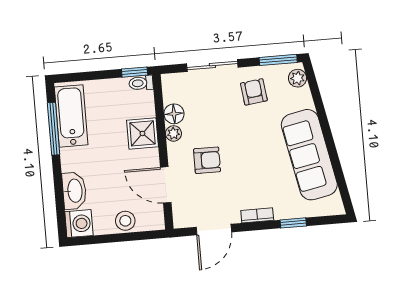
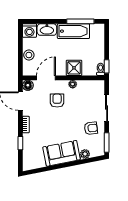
plant: (298, 78) -> (85, 154), moved
floor lamp: (174, 114) -> (28, 85), moved
bathtub: (71, 116) -> (73, 31), moved
sofa: (309, 155) -> (62, 153), width x0.73
armchair: (207, 160) -> (57, 101), turned 180

